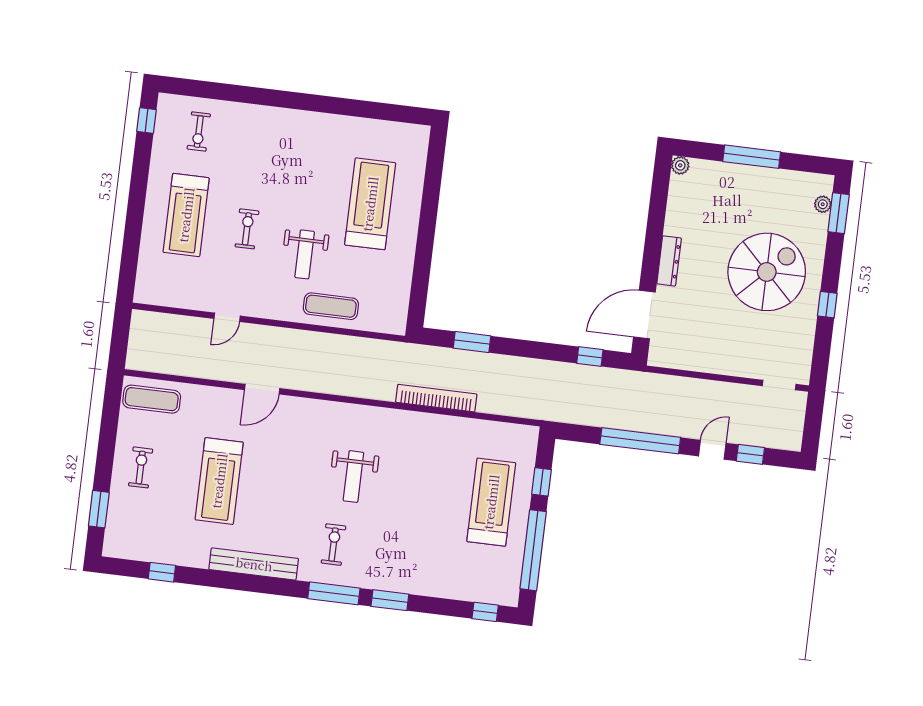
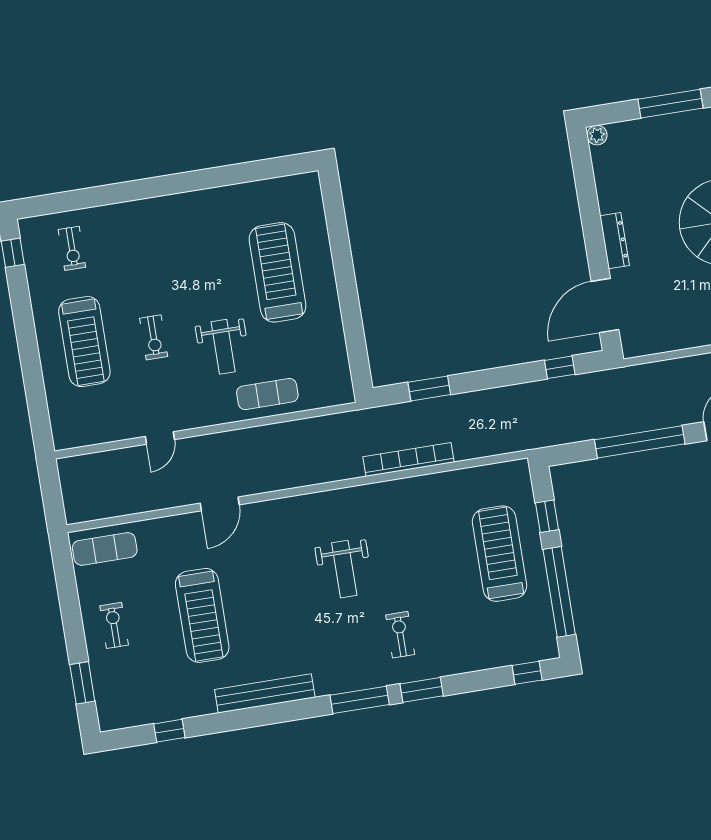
exercise bike: (247, 229) -> (154, 337), turned 180
exercise bike: (334, 545) -> (400, 635), moved

